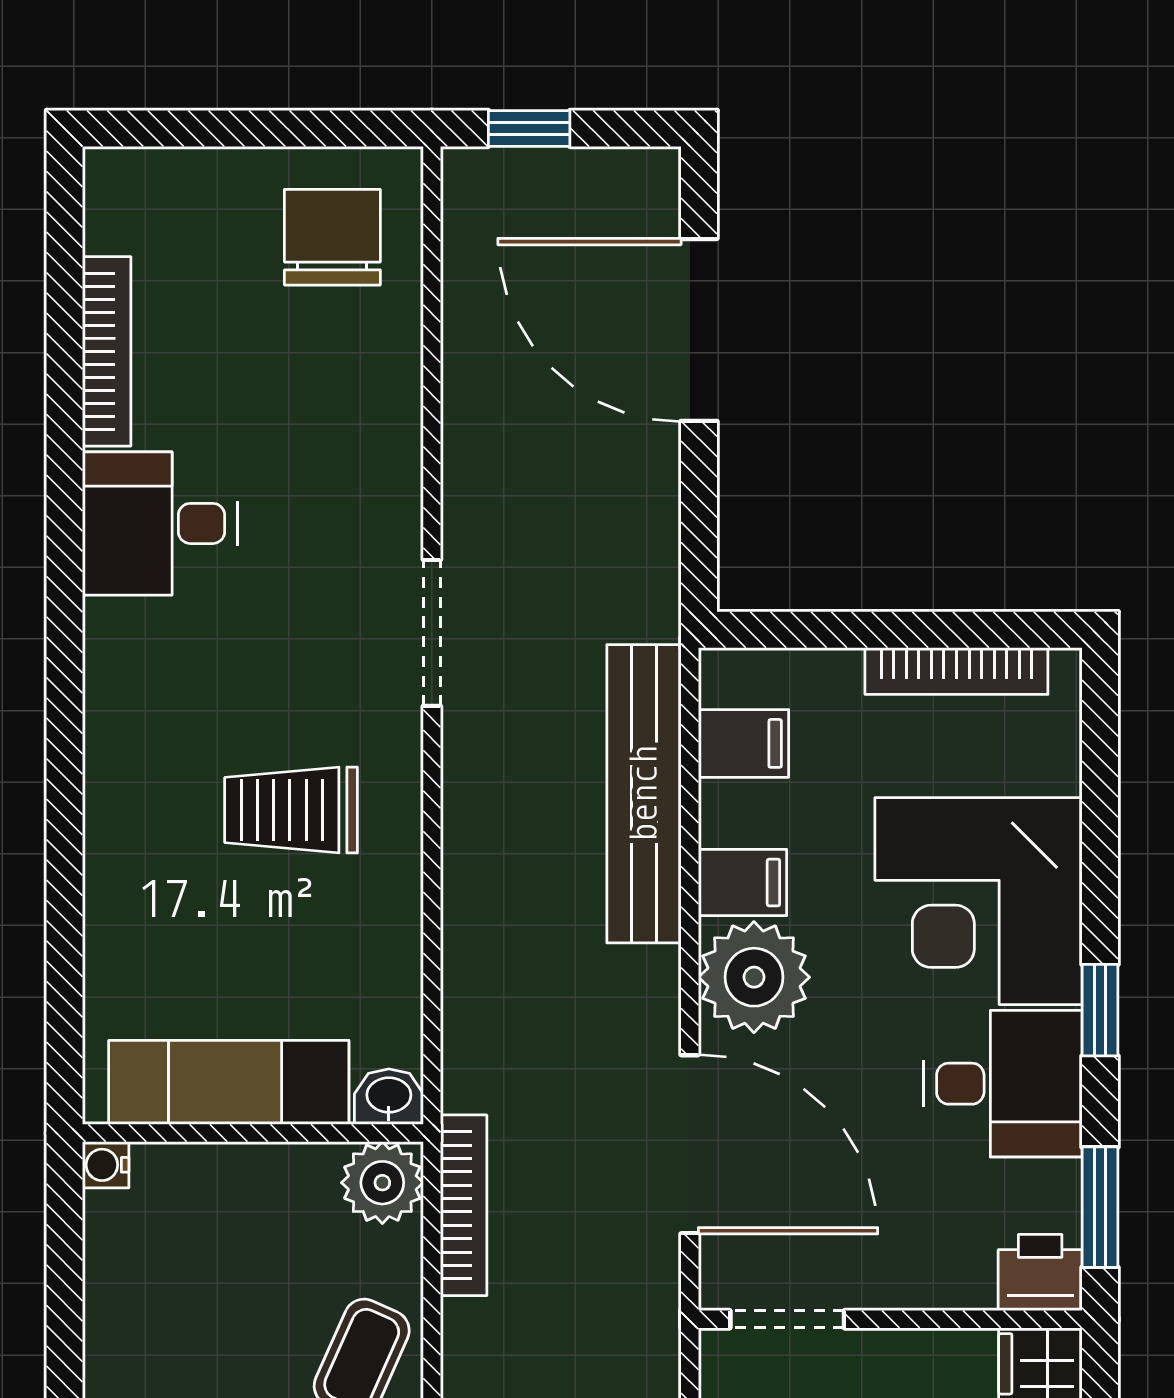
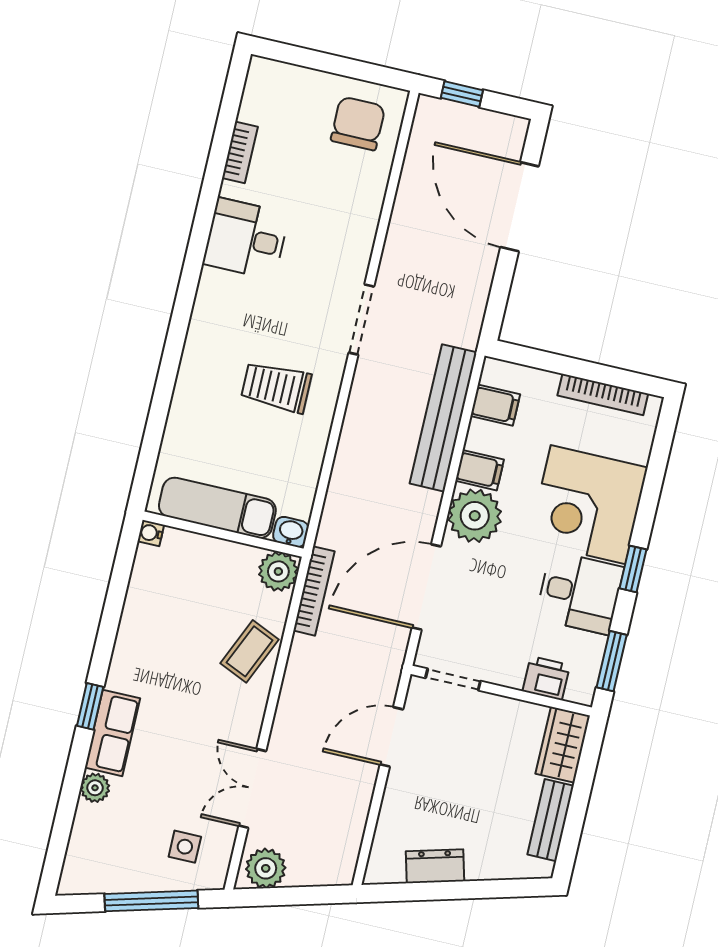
bookcase: (107, 351) -> (240, 152), width x0.64
door: (690, 1144) -> (426, 587), swing flipped
printer: (1040, 1273) -> (546, 678), moved

